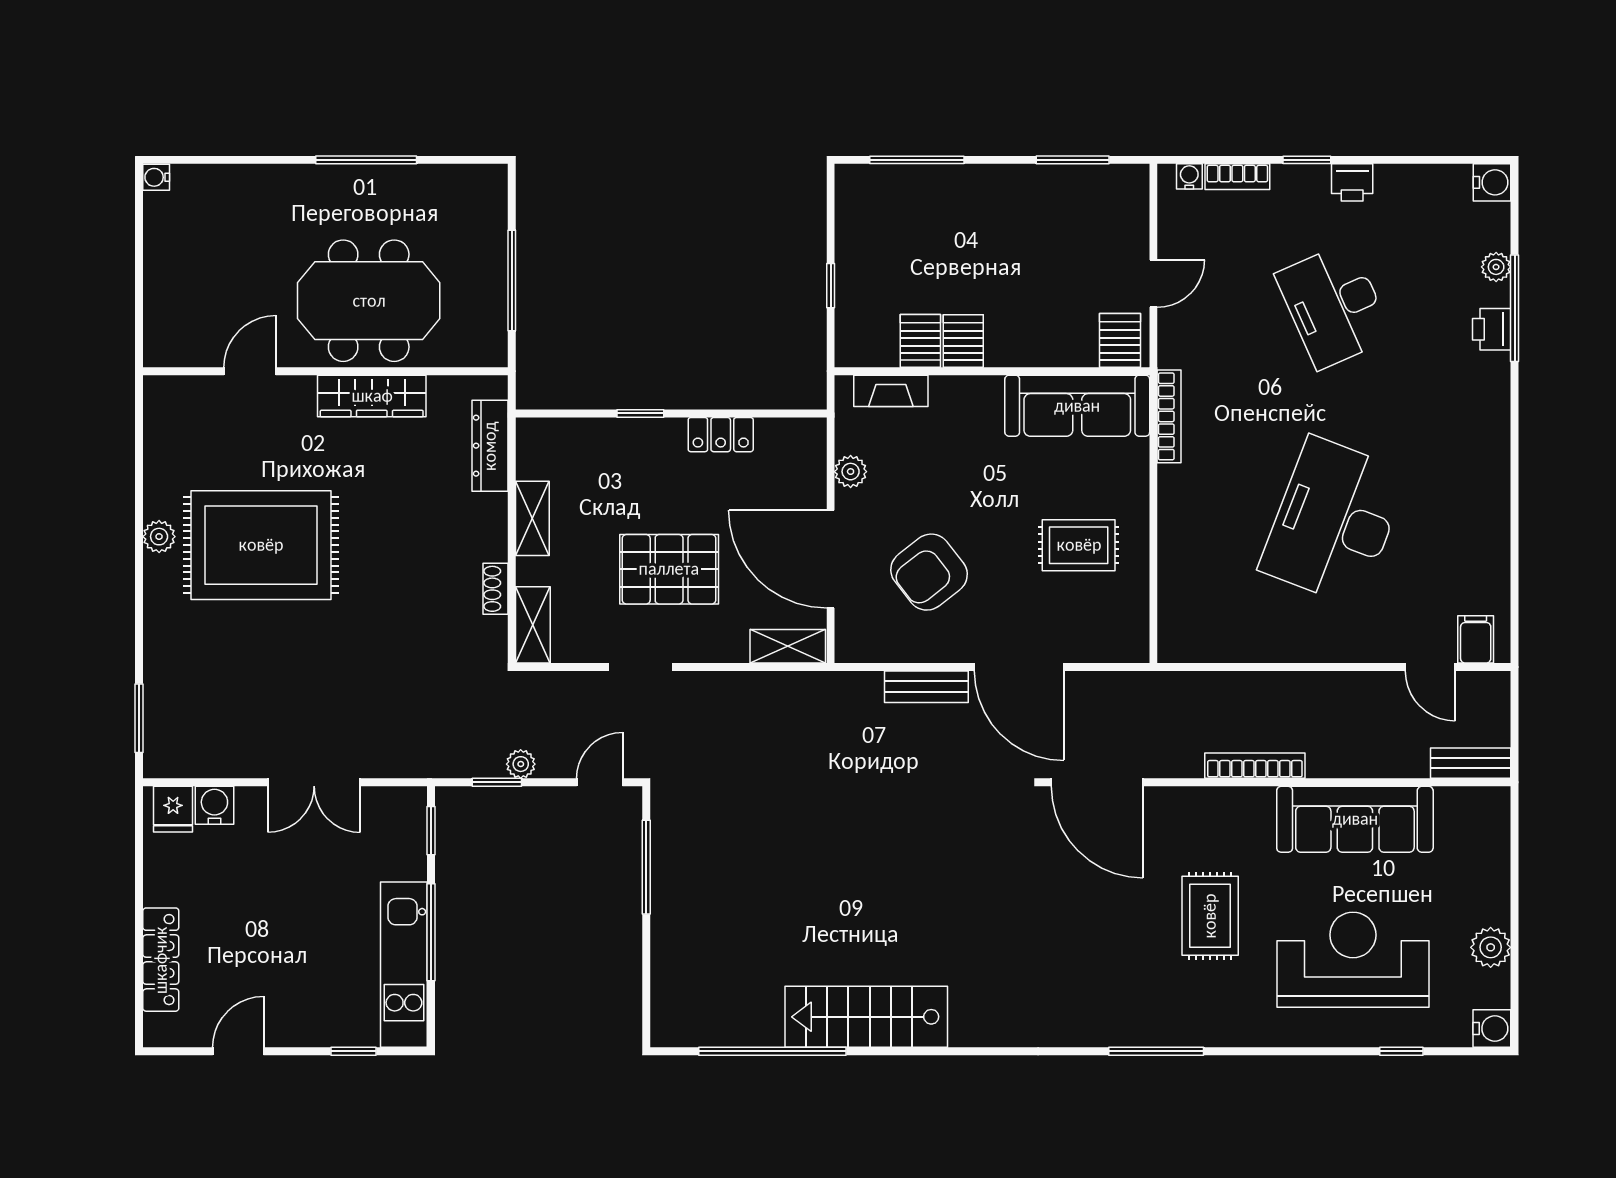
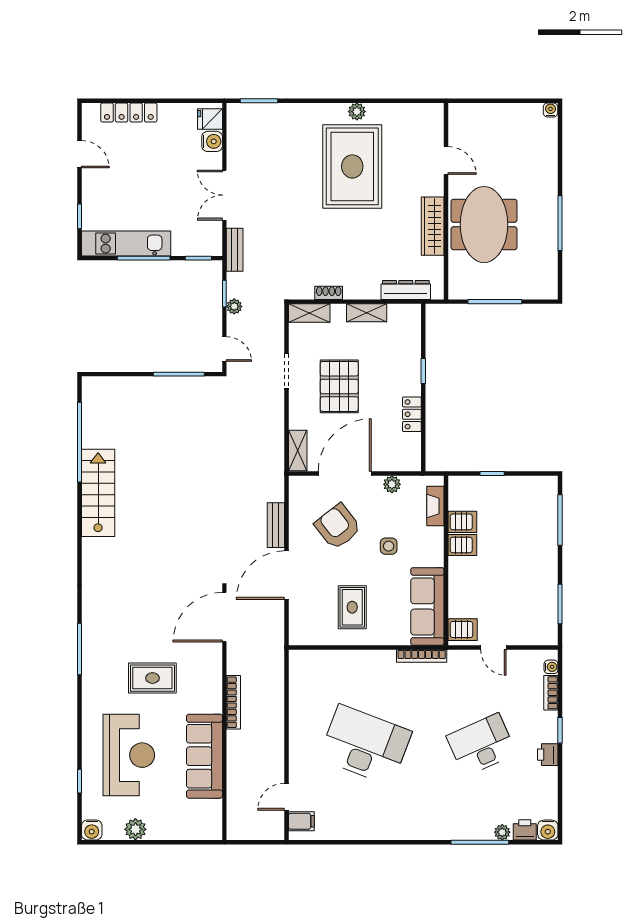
printer: (1492, 329) -> (525, 830), moved
side table: (965, 478) -> (389, 546), added
bench: (1471, 763) -> (235, 250), moved

